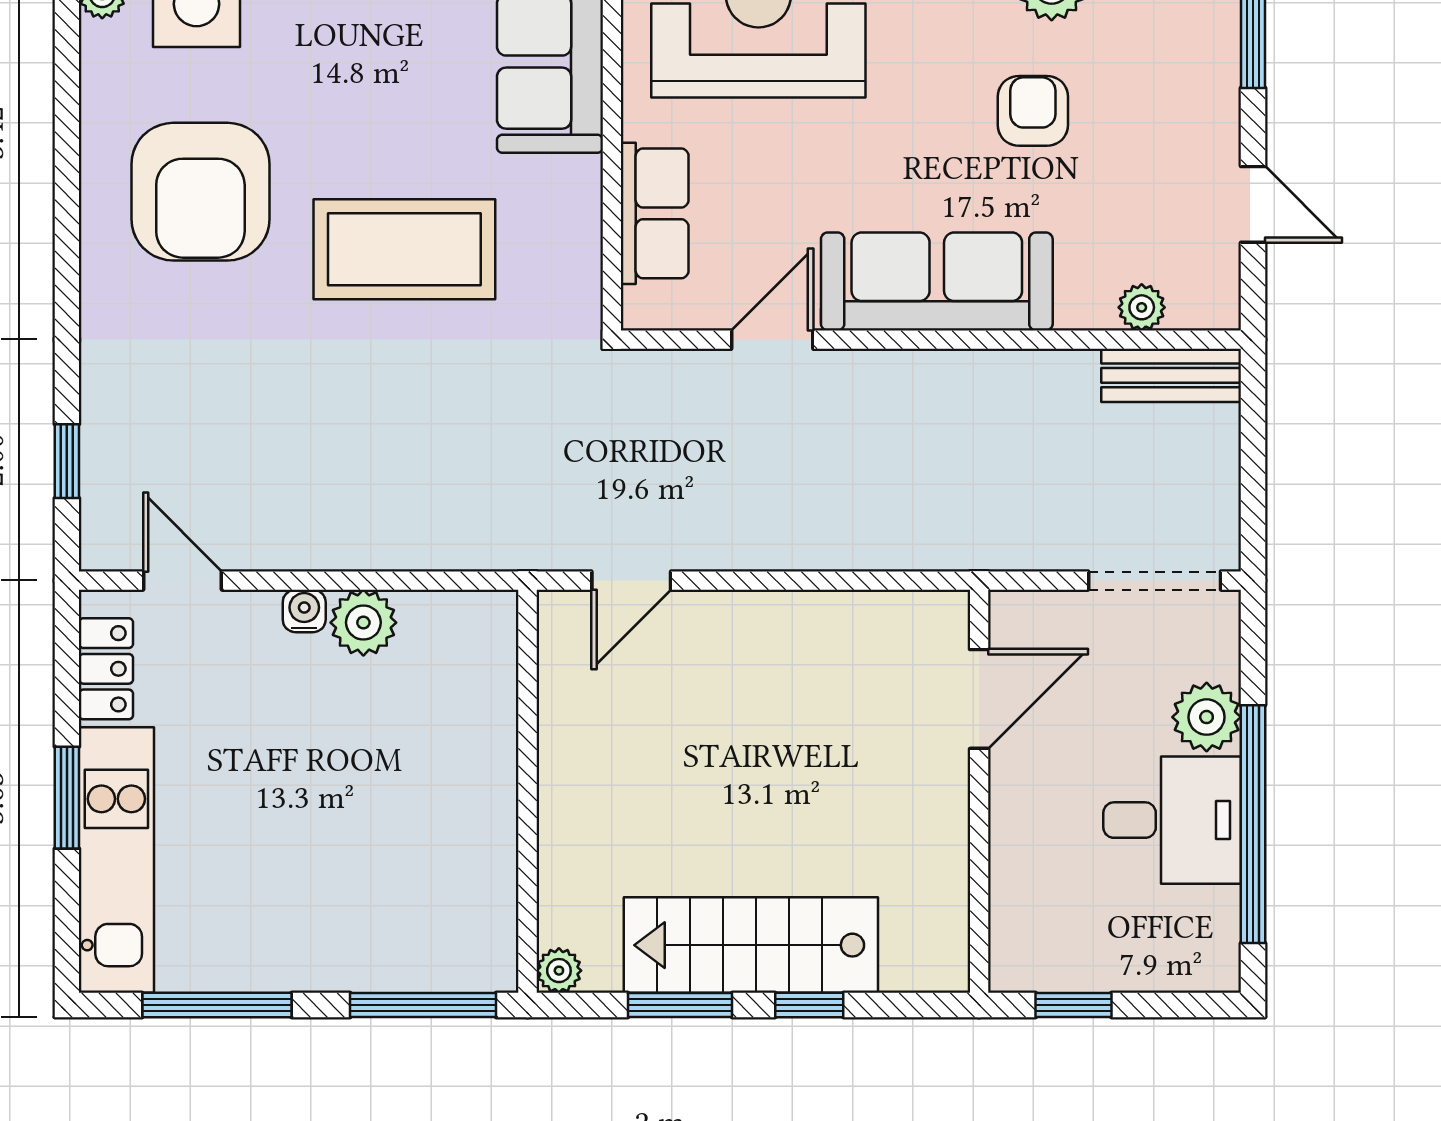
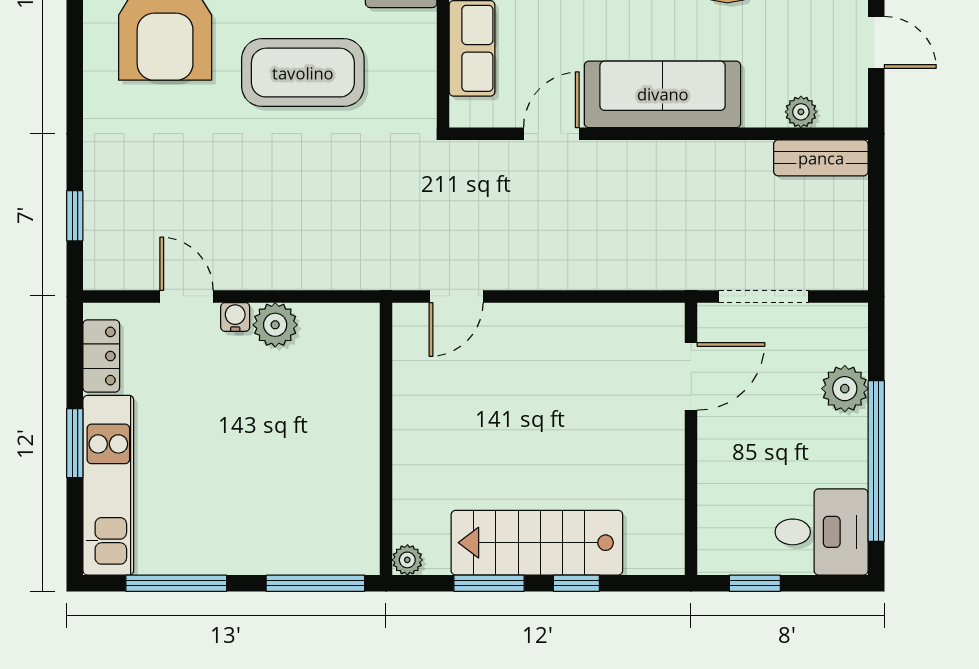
door: (182, 581) -> (187, 296), moved
doorway: (1155, 581) -> (764, 296), moved
desk: (1172, 820) -> (822, 532), moved

